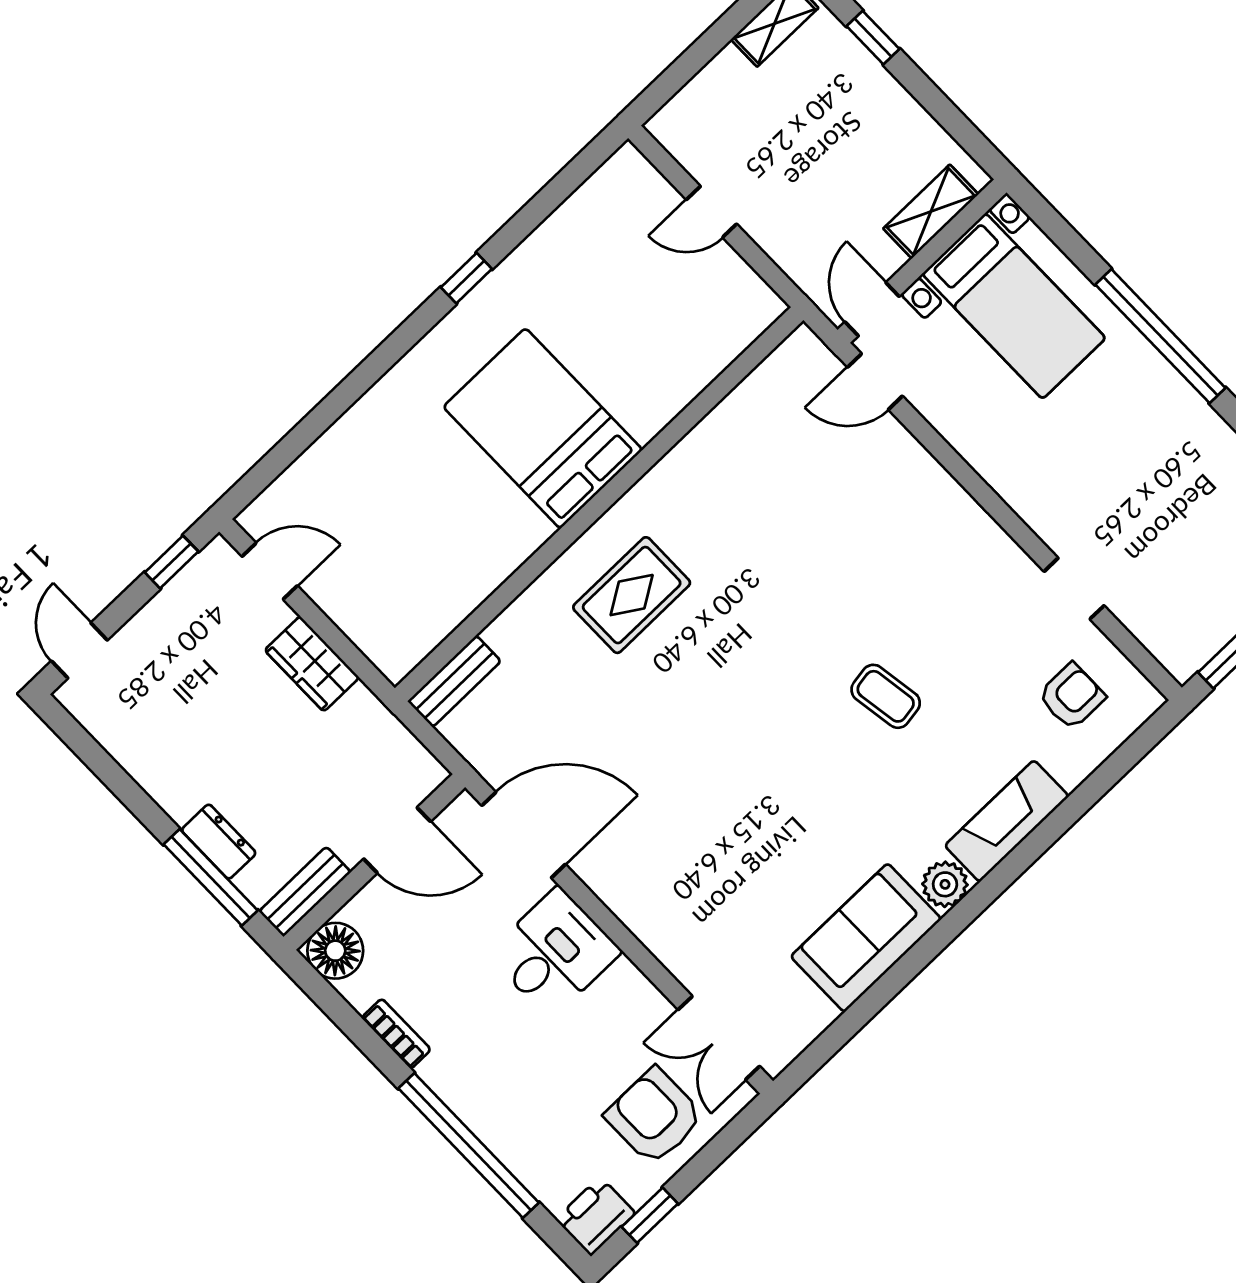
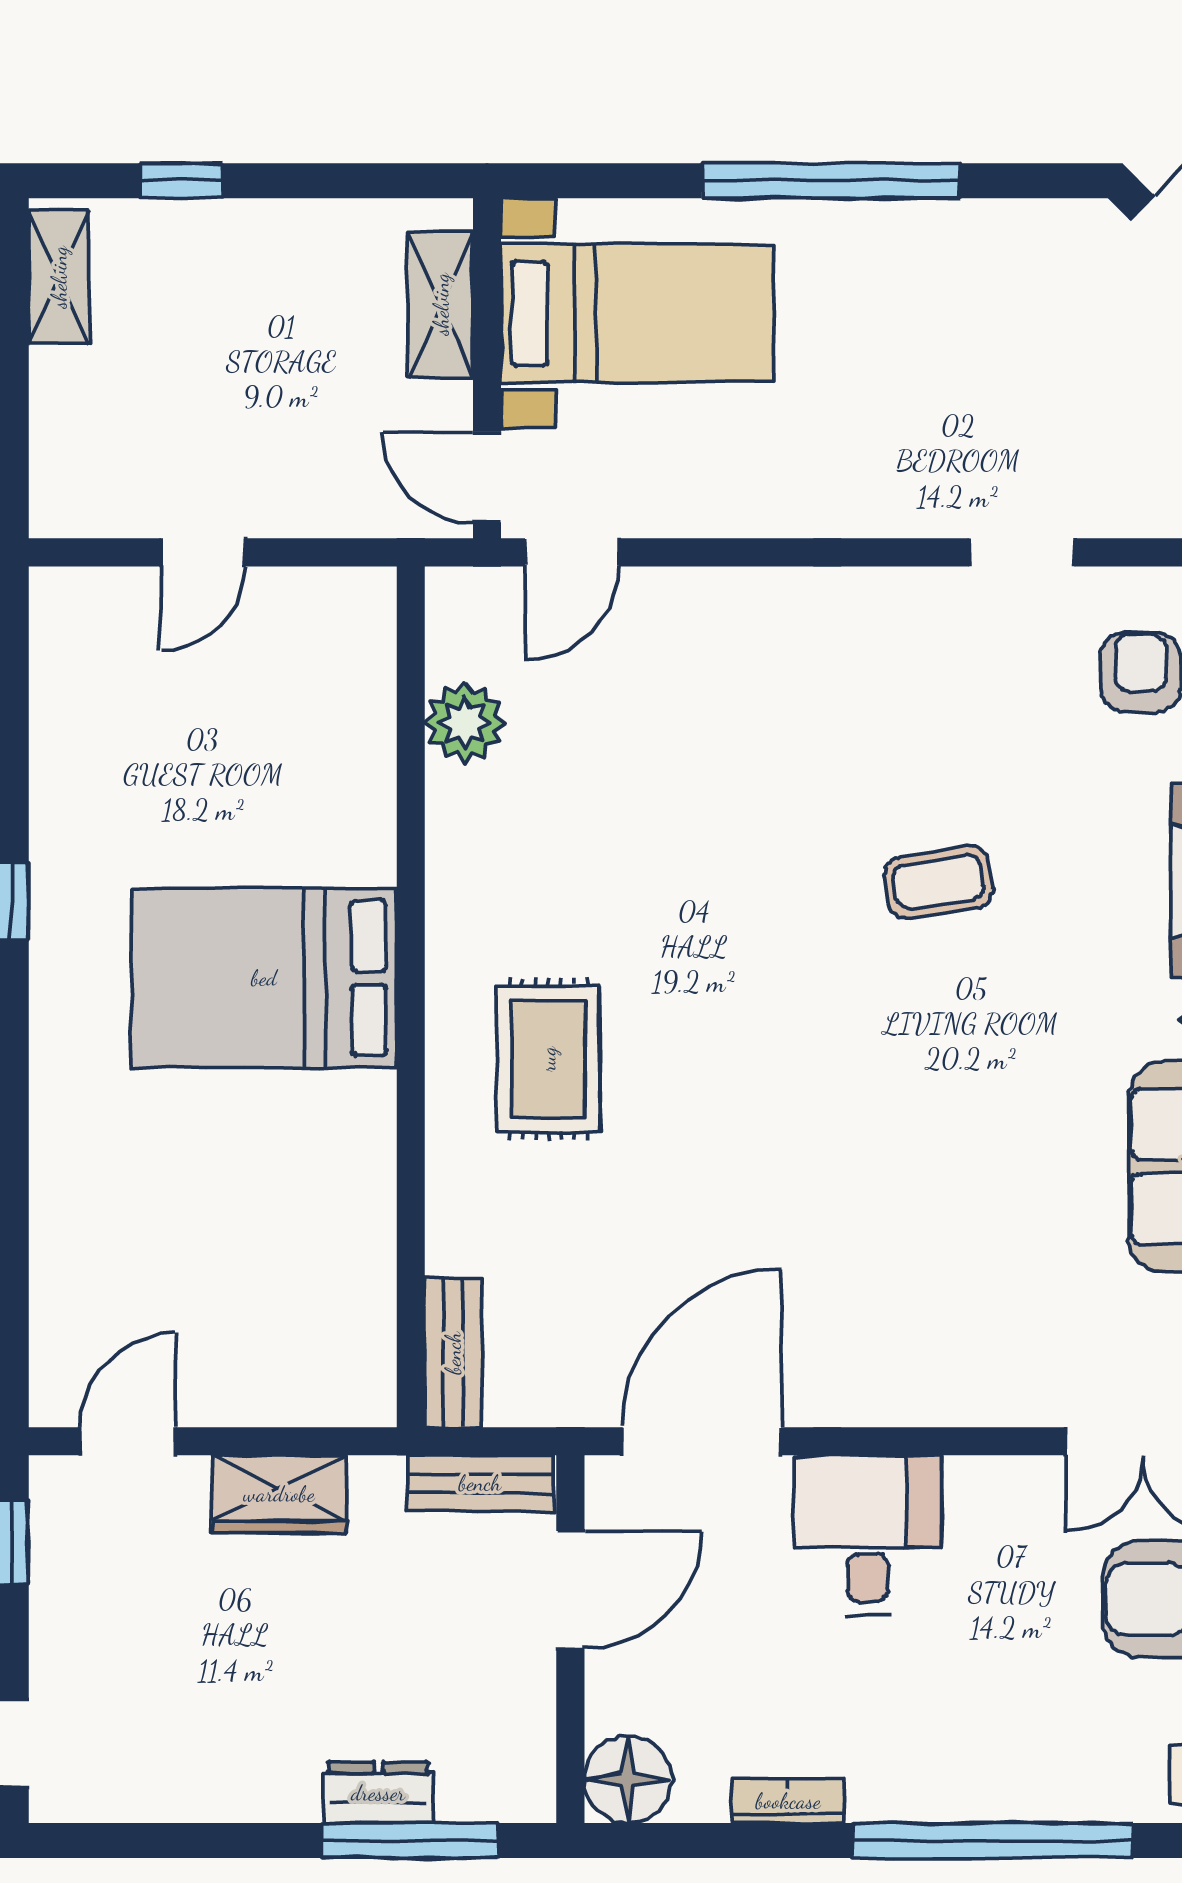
plant: (749, 408) -> (465, 723), added
bench: (305, 892) -> (480, 1483), moved, turned 90

